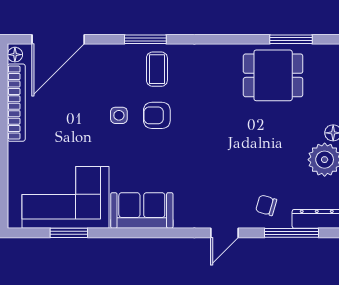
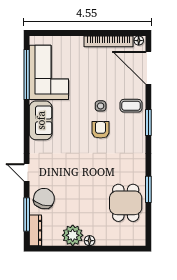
window: (291, 39) -> (148, 189), moved
coffee table: (157, 69) -> (131, 106), moved
chair: (266, 205) -> (44, 199), width x1.87, depth x1.87
window: (69, 233) -> (27, 74), width x2.11

